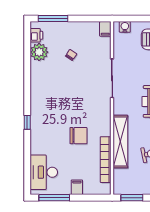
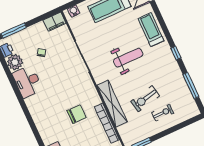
filing cabinet: (105, 29) -> (55, 22), width x2.00
desk: (43, 78) -> (27, 81), added
window: (27, 122) -> (31, 122), removed

